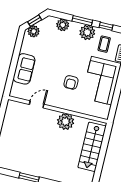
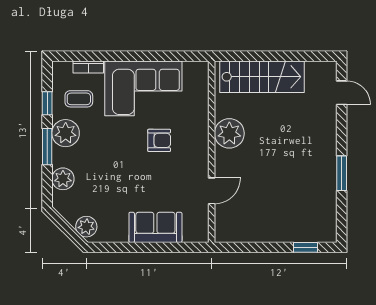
window: (35, 21) -> (67, 229), removed
door: (37, 104) -> (212, 191), swing flipped

